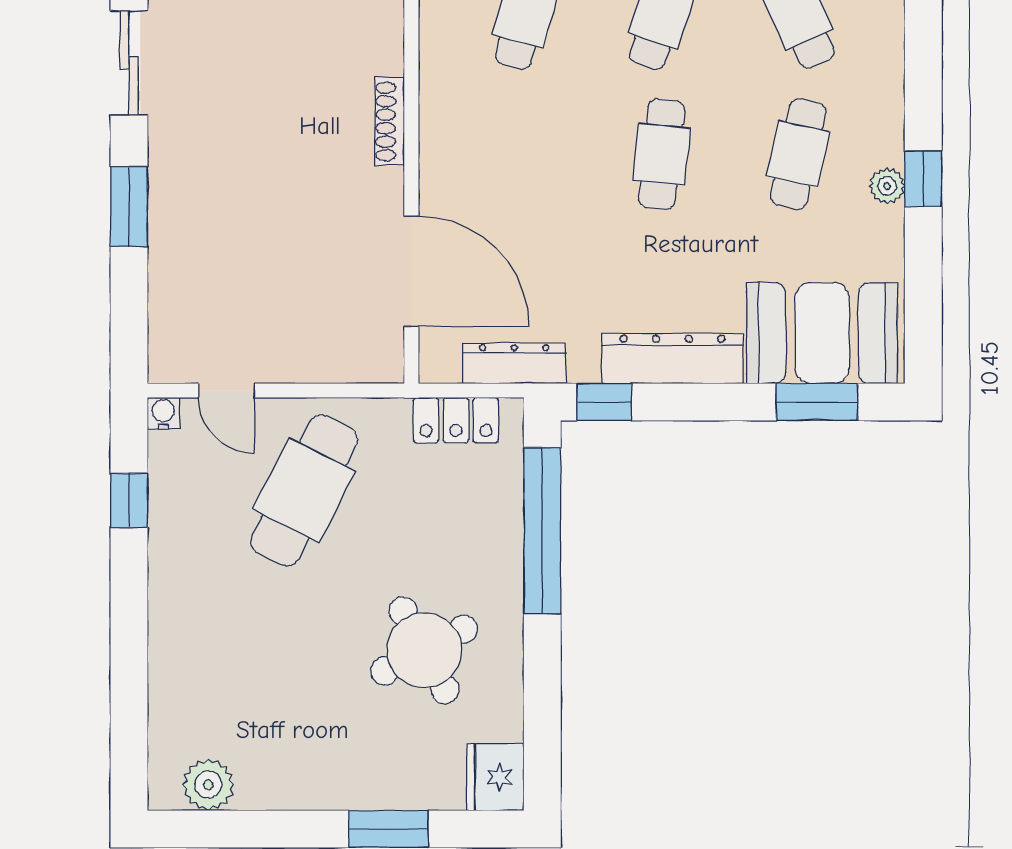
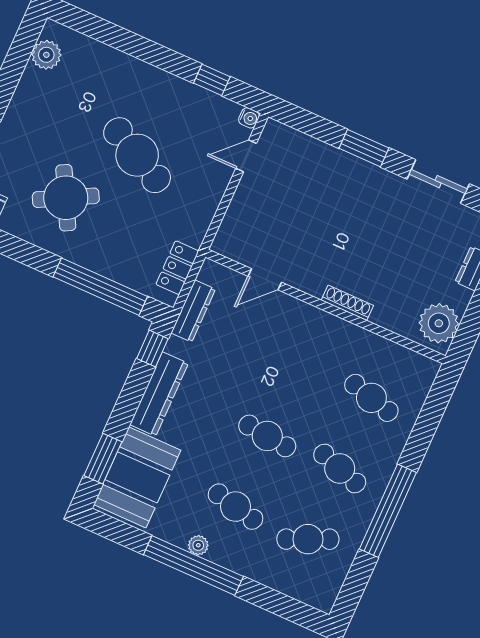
window: (923, 179) -> (193, 566), width x3.17
door: (411, 271) -> (265, 279), width x0.53
cafe table: (304, 490) -> (137, 155), moved

